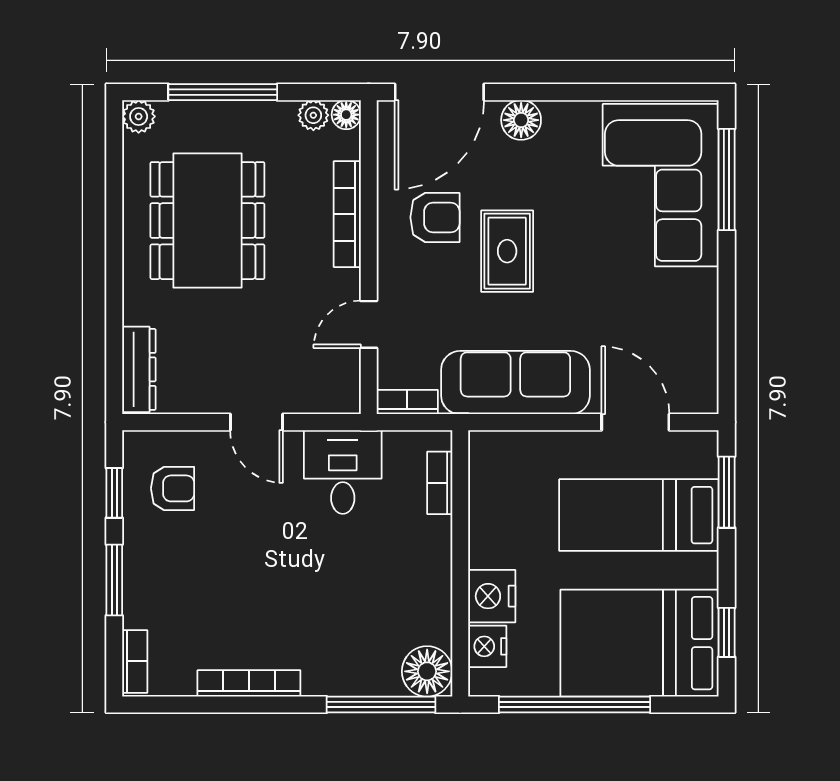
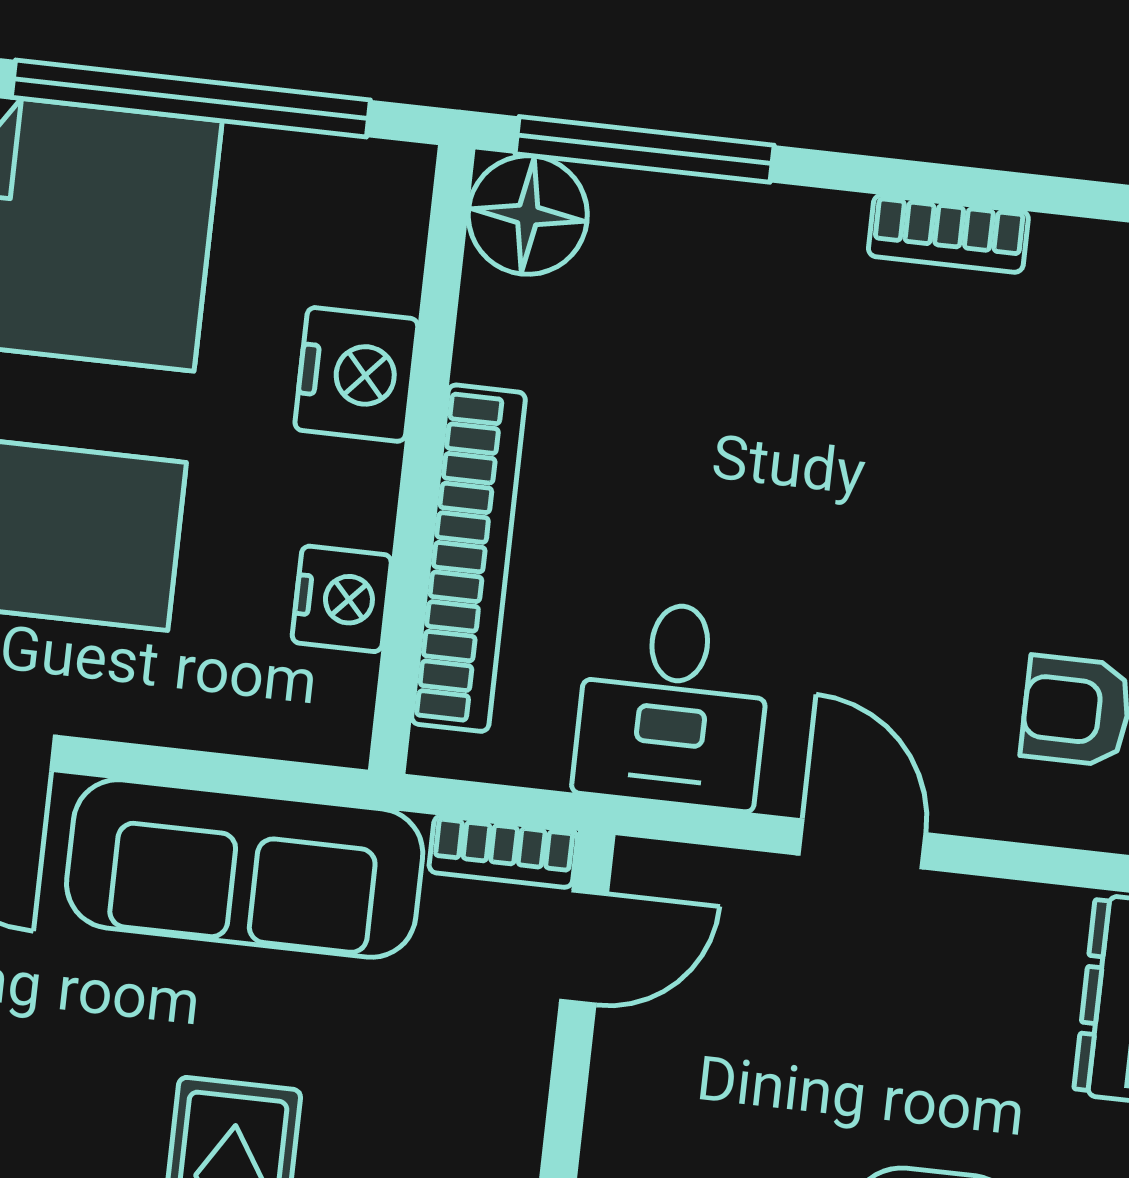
door: (369, 324) -> (584, 947), moved
bookcase: (440, 483) -> (468, 558), width x2.31, depth x1.31
nightstand: (487, 646) -> (342, 599), moved
bookcase: (249, 683) -> (948, 234), width x0.64

